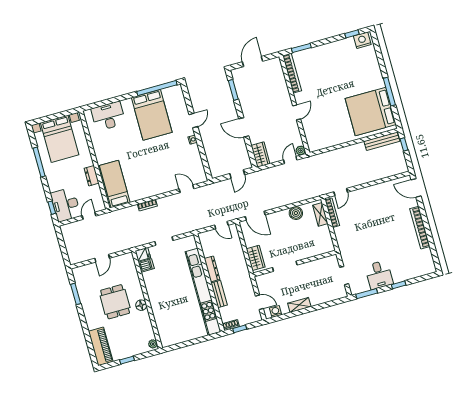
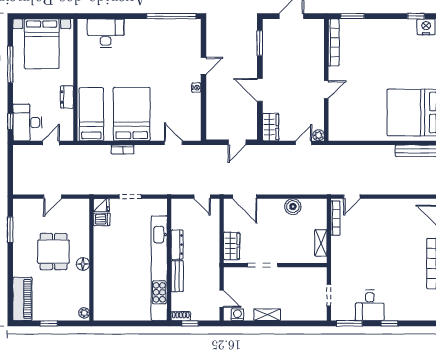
bed: (152, 115) -> (132, 114), moved, turned 180
shelving: (320, 214) -> (321, 243), moved

